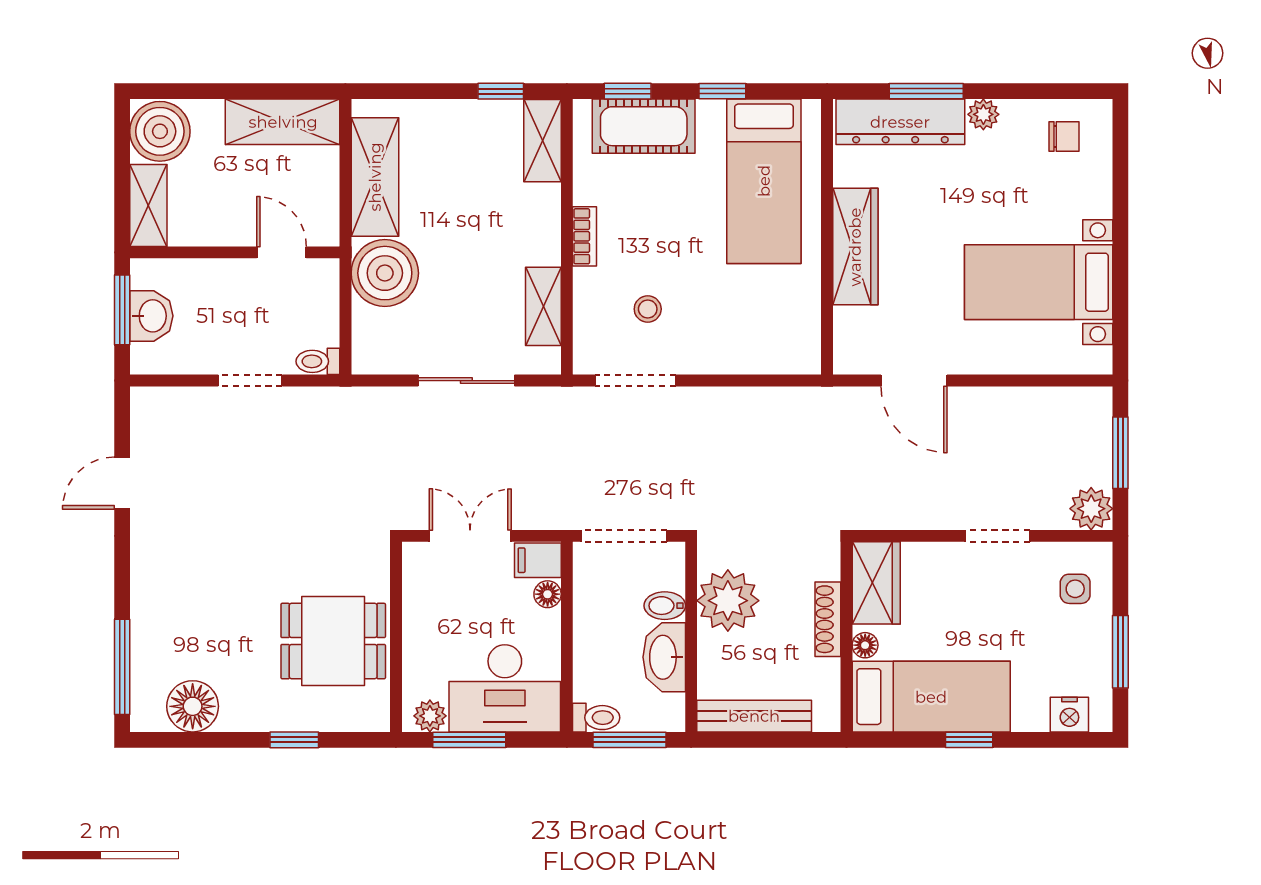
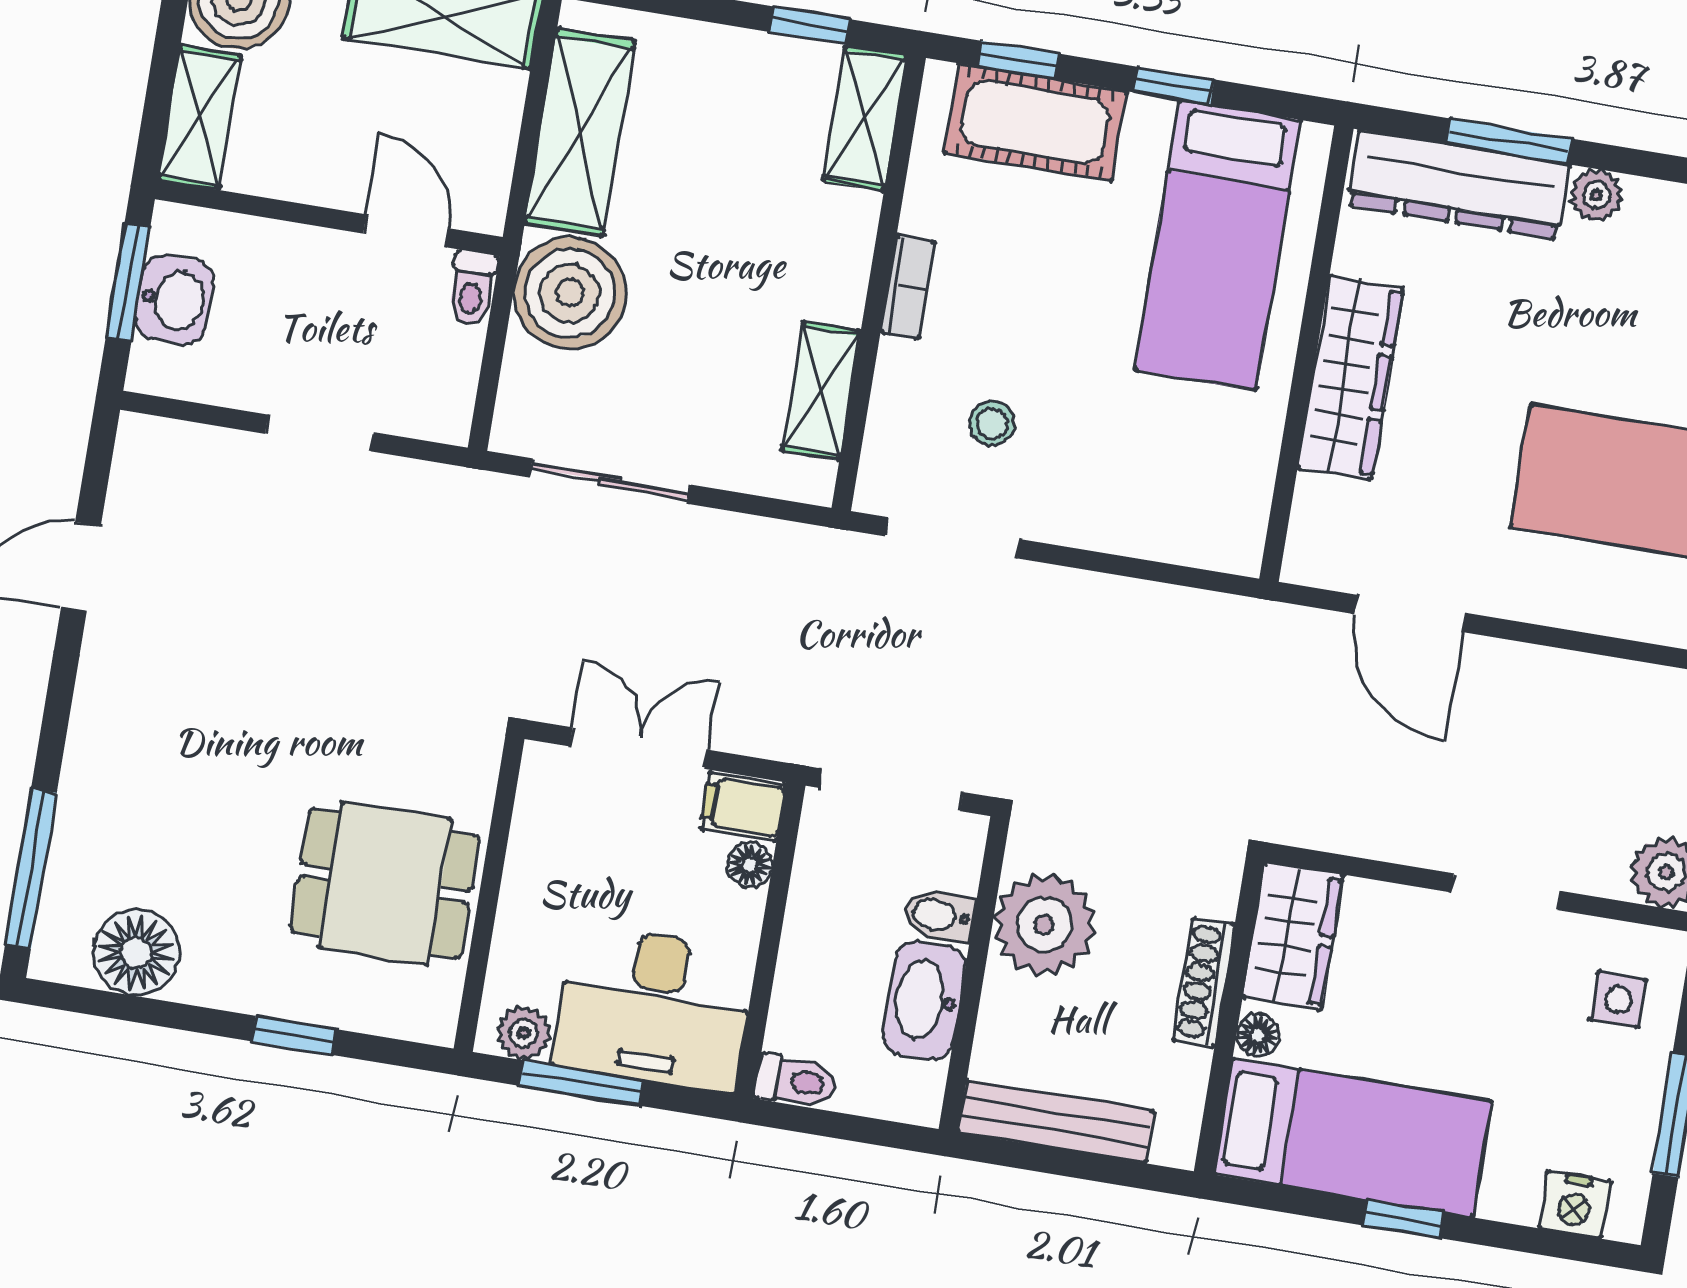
toilet: (318, 361) -> (472, 288), moved, turned -90
sliding door: (466, 381) -> (610, 481), moved
window: (629, 740) -> (845, 1127), removed

